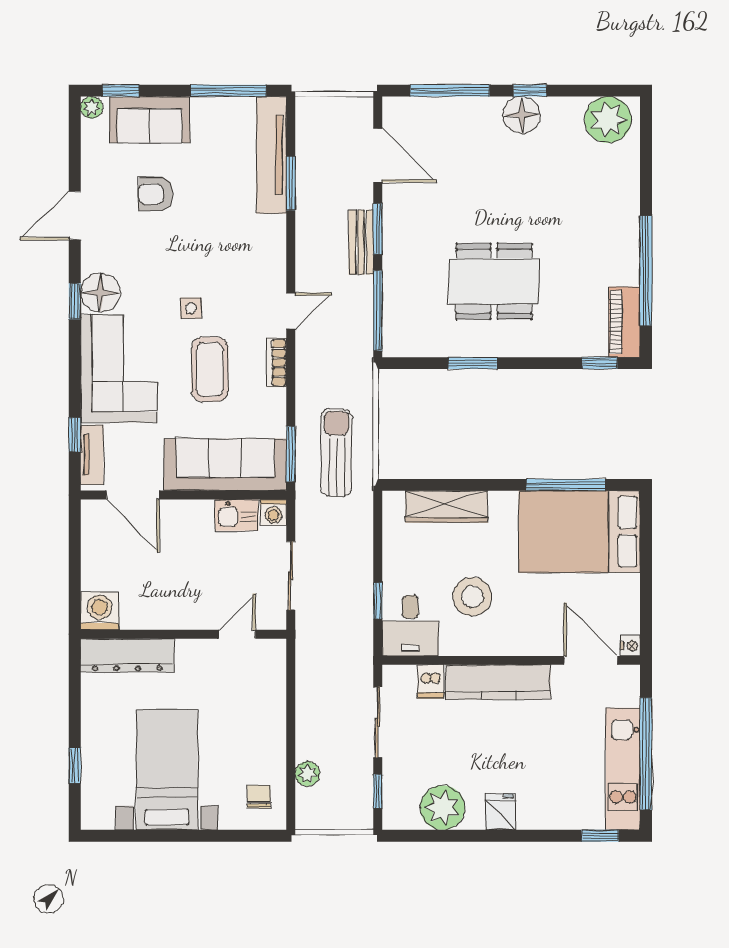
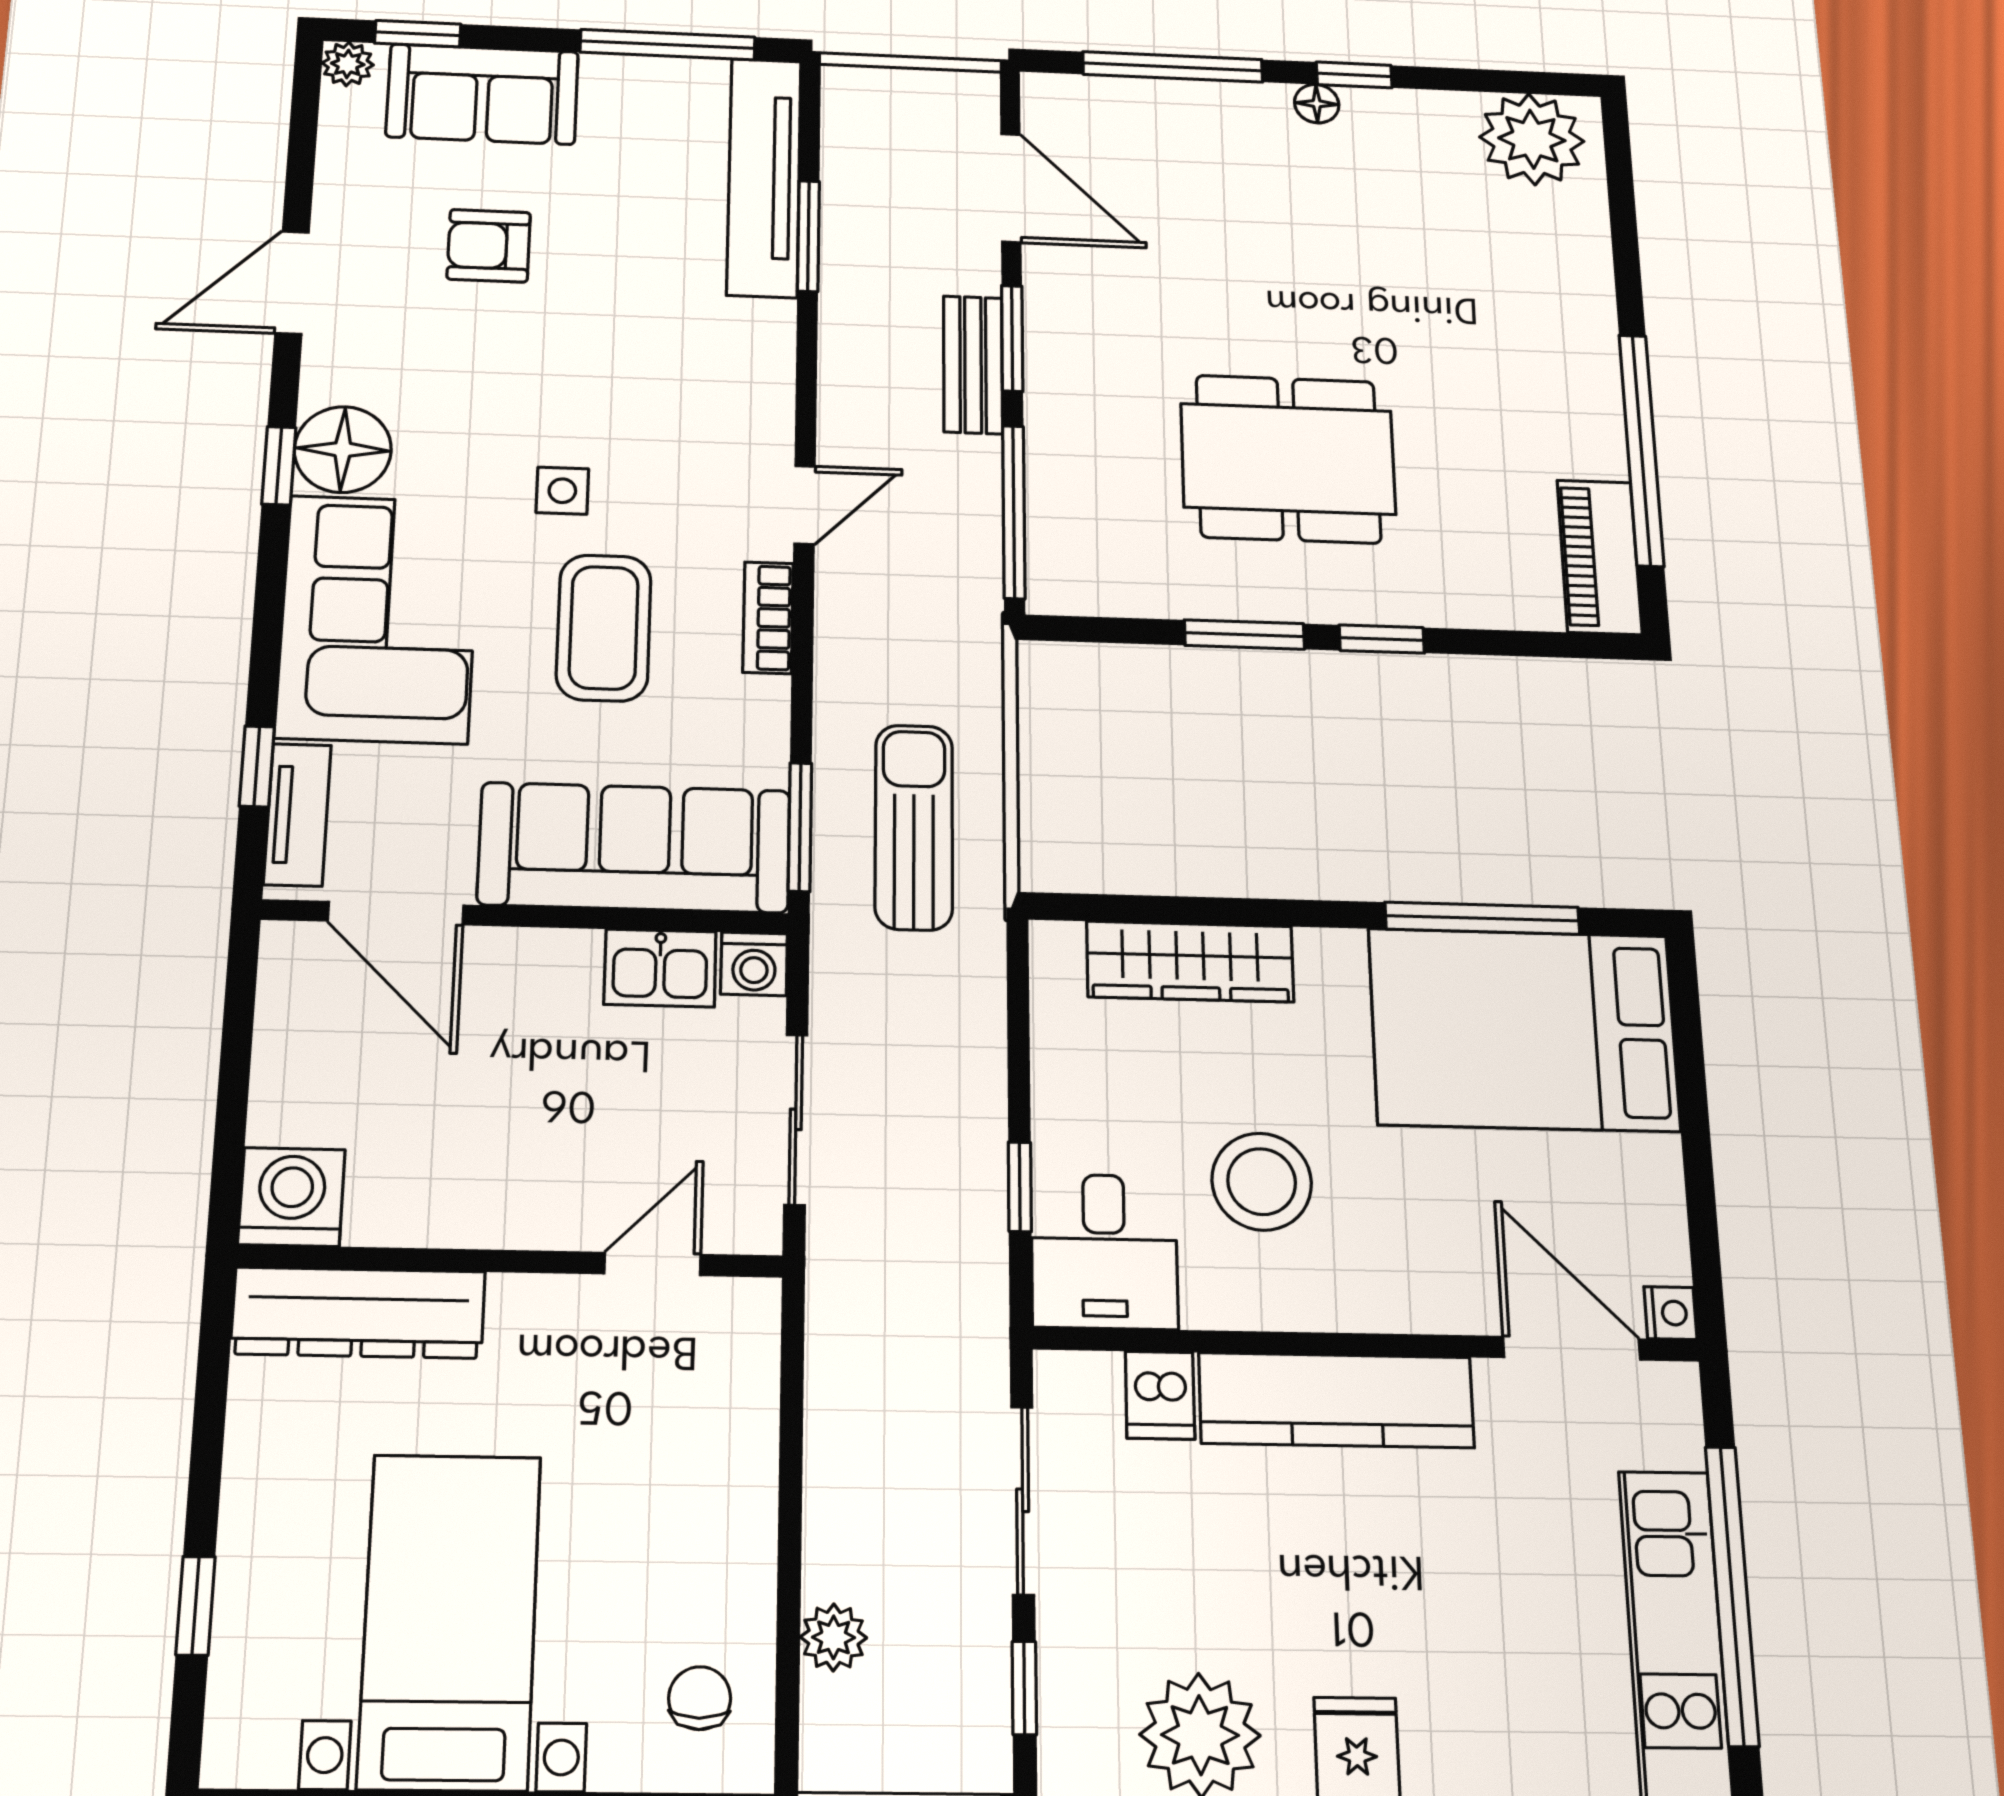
floor lamp: (522, 115) -> (1317, 104), width x0.53, depth x0.53
window: (600, 363) -> (1382, 639), moved

